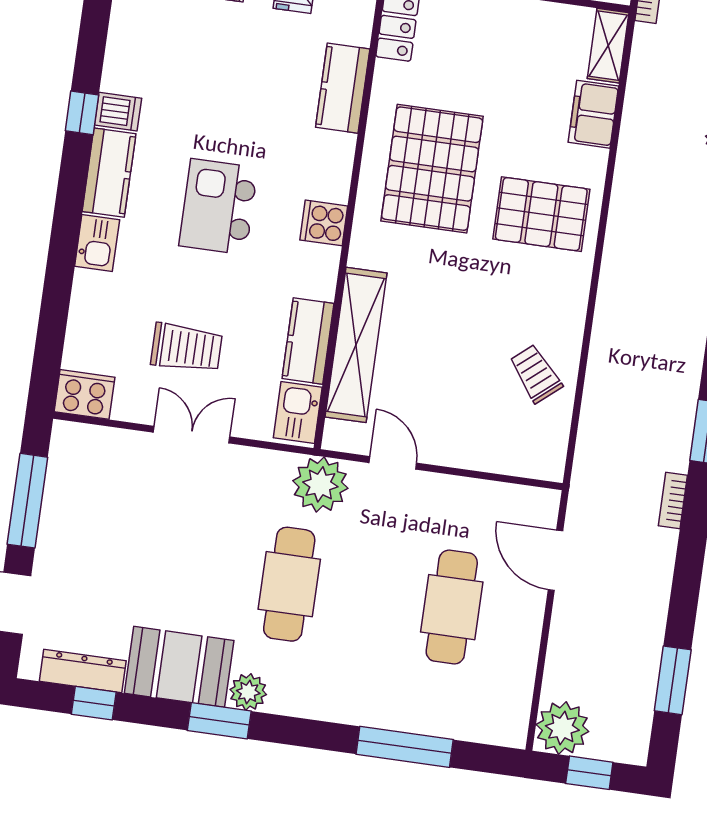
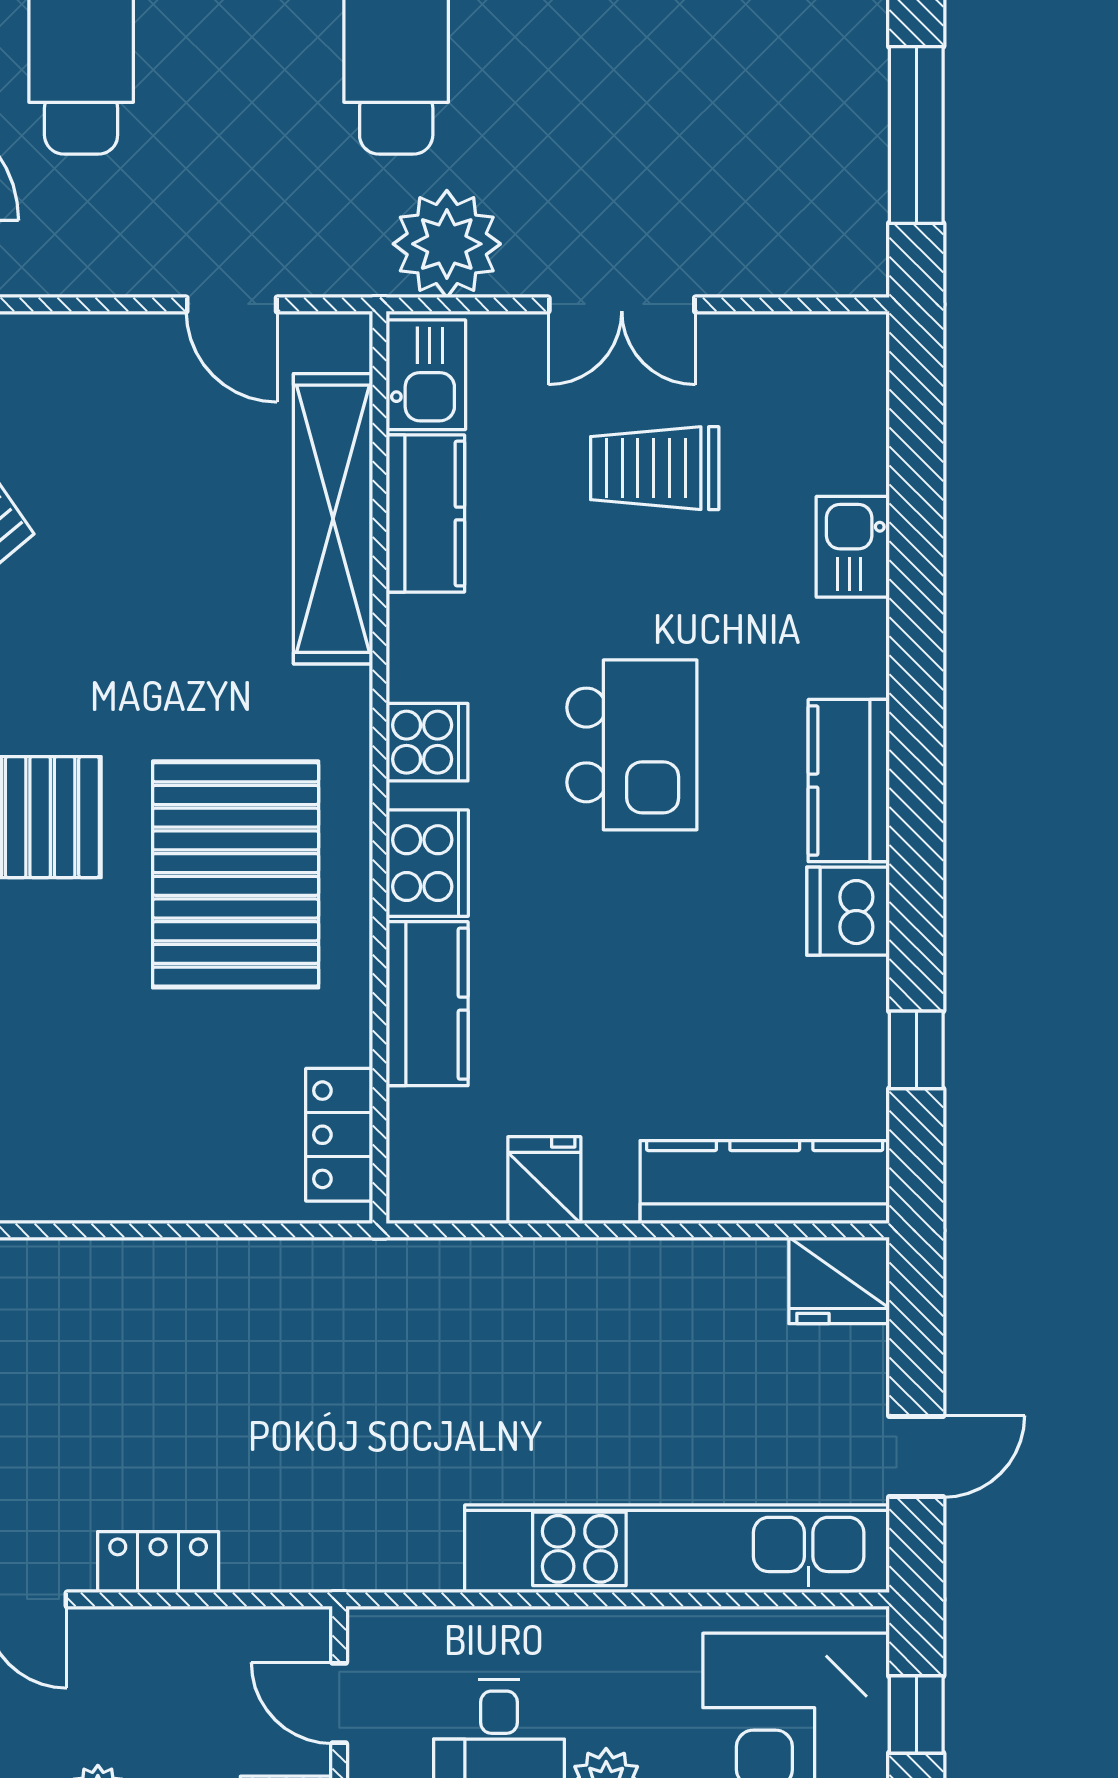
dishwasher: (118, 112) -> (848, 911), width x1.38
window: (82, 113) -> (916, 1050), moved
kitchen sink: (97, 243) -> (853, 547), moved
cooker: (84, 394) -> (427, 863), moved, turned -90
plant: (320, 484) -> (447, 244), moved

